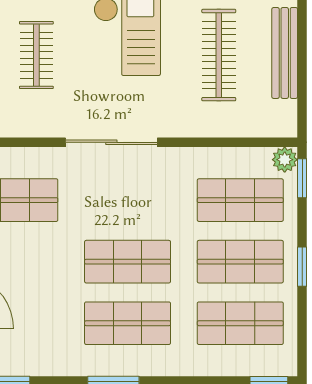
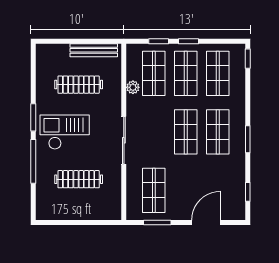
bench: (285, 53) -> (94, 50), moved
clothes rail: (36, 55) -> (79, 179), width x1.36
plant: (285, 160) -> (133, 87), moved
window: (302, 178) -> (159, 41), moved

